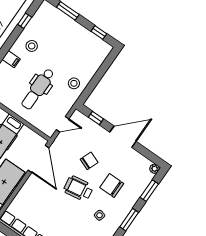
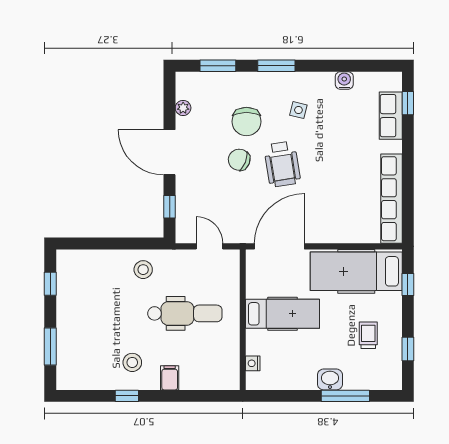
window: (25, 21) -> (127, 396), moved
chair: (89, 161) -> (239, 160), moved
plant: (155, 169) -> (183, 108), moved

